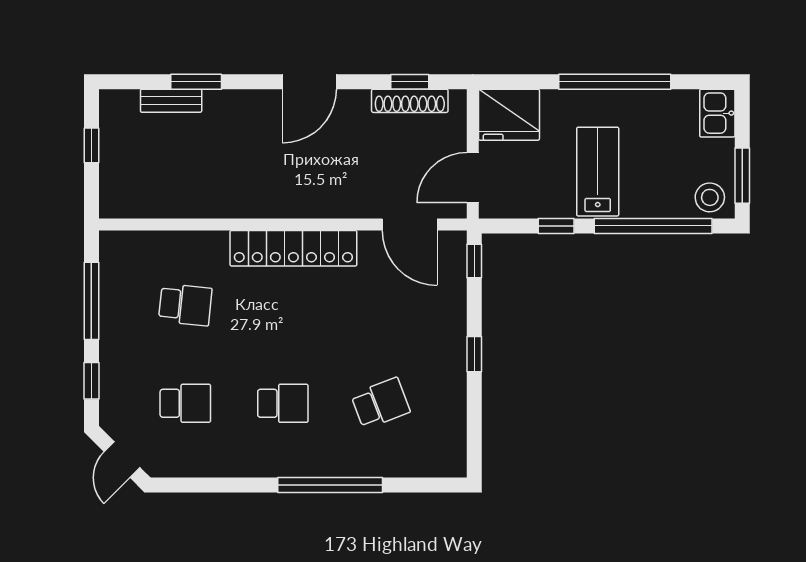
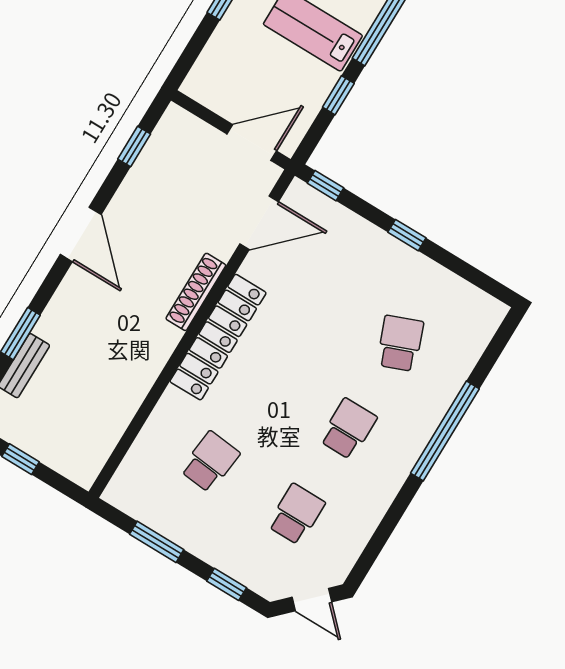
shoe rack: (410, 101) -> (196, 292), moved, turned 180
fridge: (509, 115) -> (216, 77), removed
door: (473, 178) -> (252, 142), swing flipped
window: (91, 301) -> (157, 542), width x0.69

